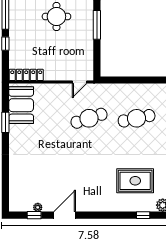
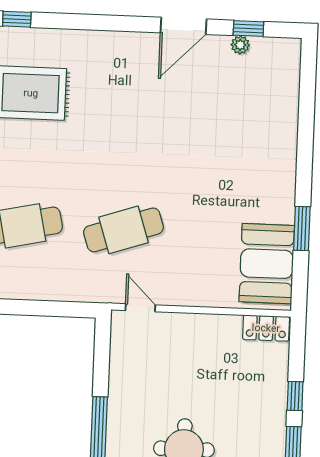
locker: (26, 75) -> (266, 328), width x0.66
door: (80, 82) -> (140, 308), hinge flipped

